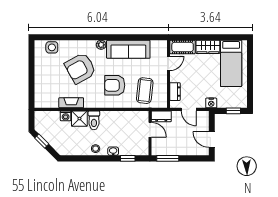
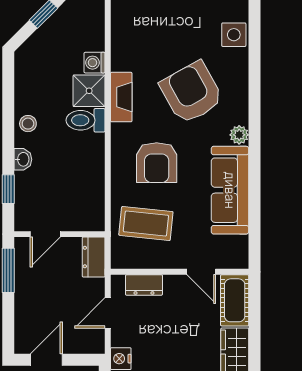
armchair: (115, 85) -> (157, 163), turned 180
fireplace: (71, 103) -> (121, 97), moved
door: (150, 130) -> (45, 234), moved

